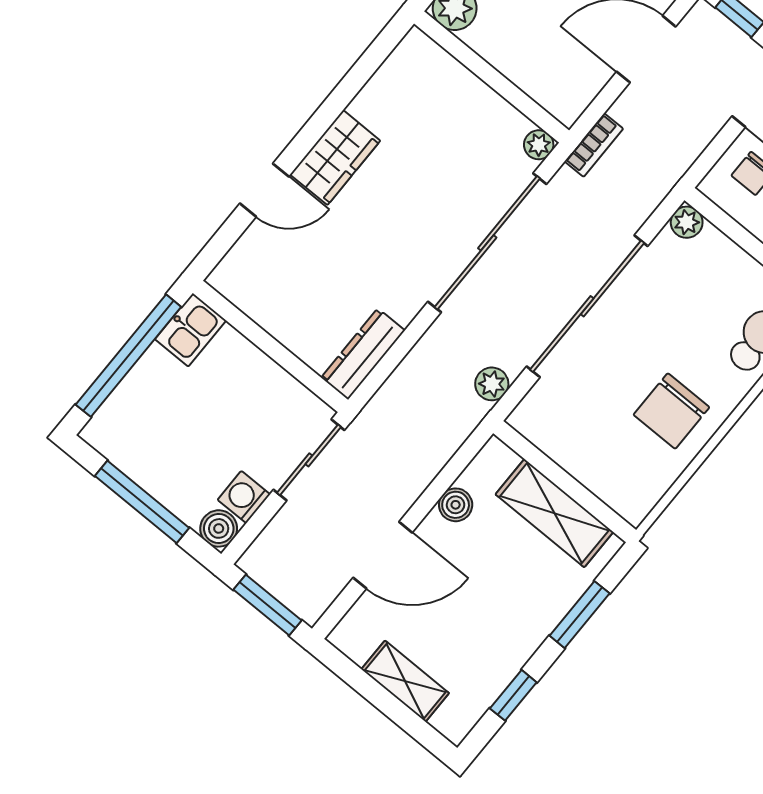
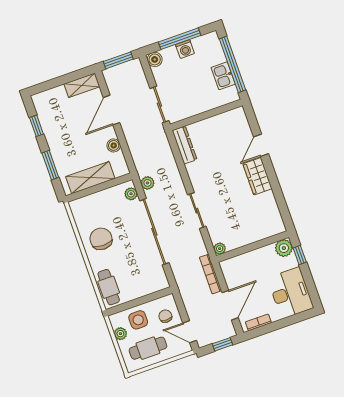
bookcase: (594, 145) -> (210, 274), width x1.56
plant: (687, 222) -> (131, 194), moved
sliding door: (487, 243) -> (197, 211), width x0.54
kitchen sink: (191, 330) -> (223, 76), moved
washing machine: (244, 497) -> (185, 49), moved, turned 90
shelving: (405, 681) -> (82, 85), moved

